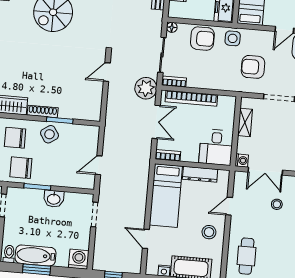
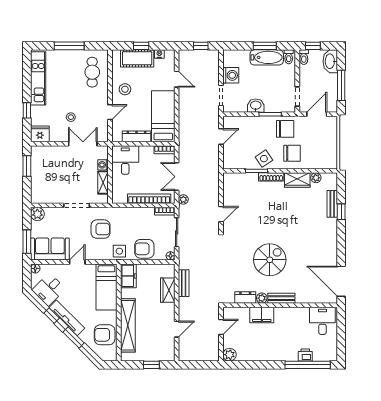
plant: (146, 88) -> (183, 199), width x0.53, depth x0.53
washing machine: (242, 160) -> (103, 165), moved
washing machine: (79, 259) -> (231, 75), moved, turned -90

